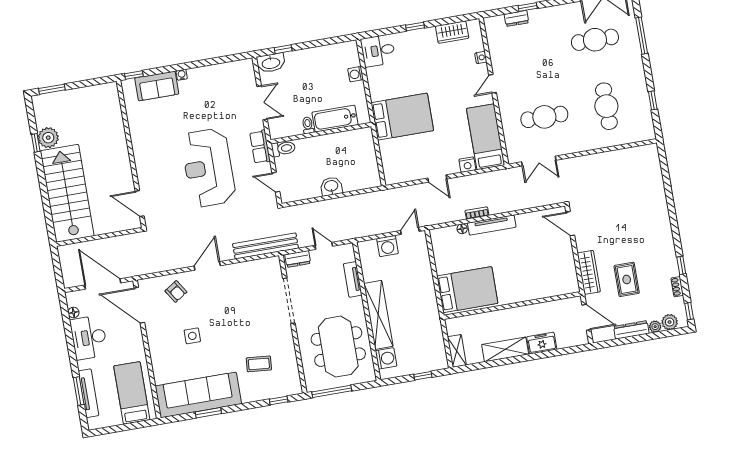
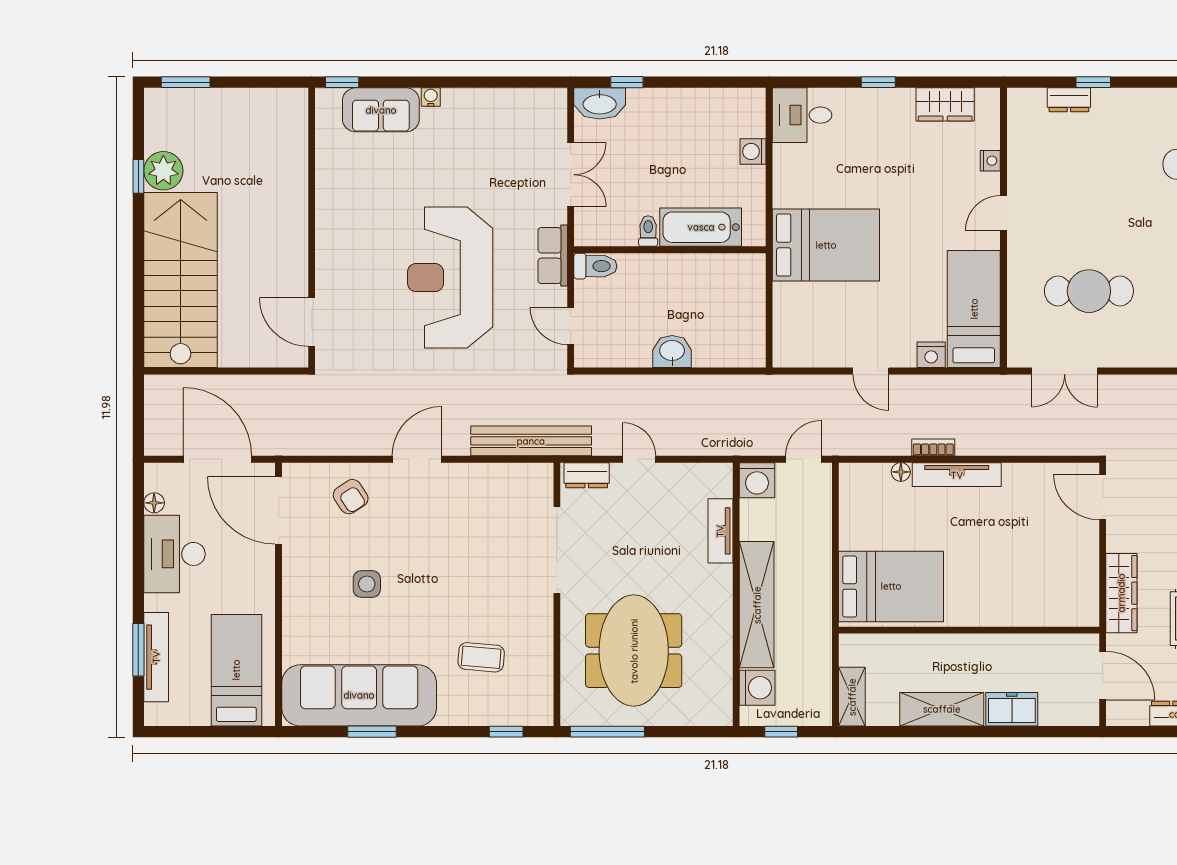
tv unit: (353, 279) -> (720, 531), moved
wall: (367, 311) -> (736, 594), moved
shelving: (378, 315) -> (757, 605), moved
washing machine: (386, 358) -> (757, 688), moved

